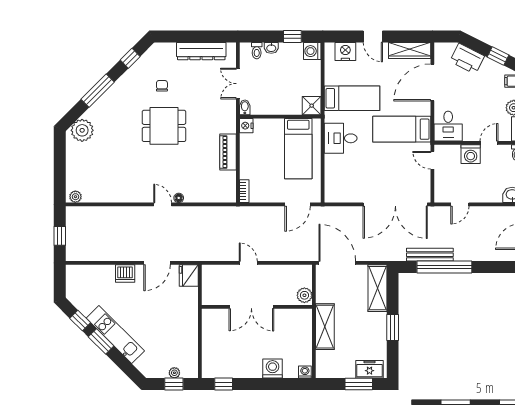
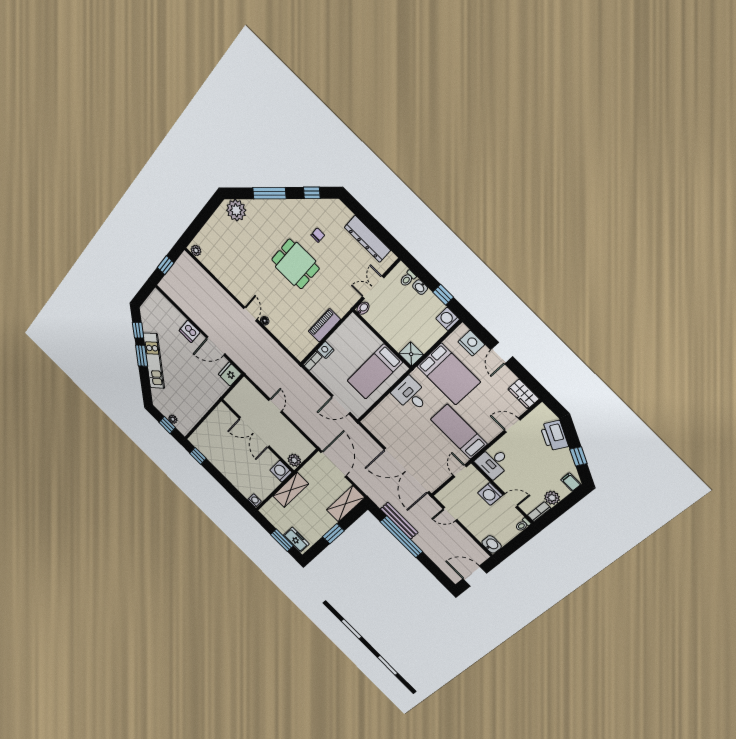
wardrobe: (410, 50) -> (524, 394), width x0.67
door: (432, 83) -> (512, 425), width x0.53
bed: (352, 98) -> (449, 374), width x1.50
nightstand: (246, 126) -> (325, 350), moved
washing machine: (273, 369) -> (281, 471), moved, turned -90

